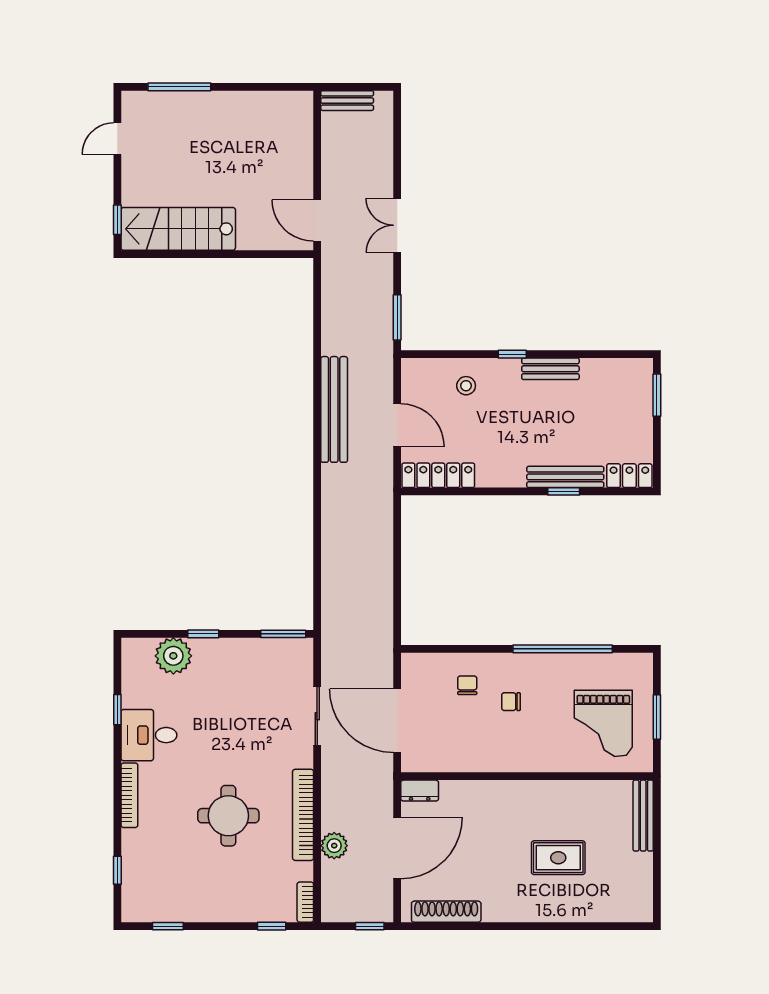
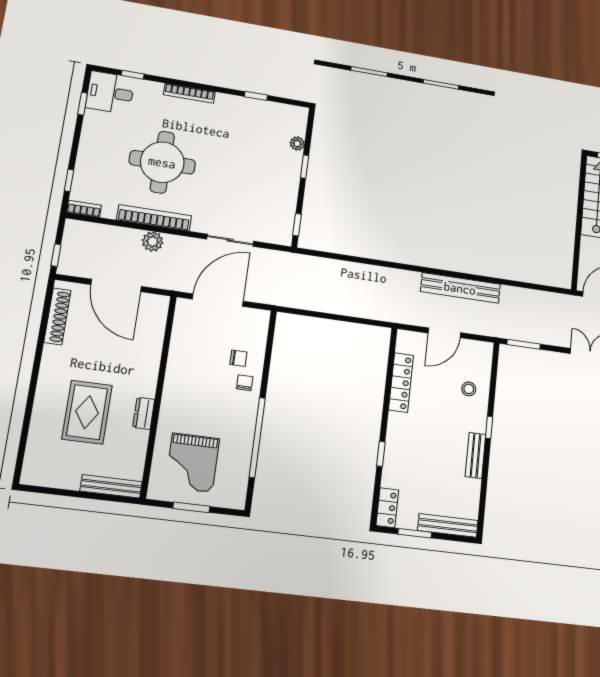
window: (657, 395) -> (415, 533), moved
locker: (438, 475) -> (401, 383), moved
bench: (565, 477) -> (448, 525), moved, turned 90
window: (283, 634) -> (297, 225), width x0.67
plant: (173, 656) -> (297, 144), width x0.53, depth x0.53
chair: (511, 702) -> (245, 383), moved
grand piano: (603, 723) -> (192, 463), turned -90
desk: (149, 735) -> (110, 93), moved, turned -90
dresser: (420, 791) -> (144, 413), moved
round table: (228, 816) -> (162, 162), width x1.36, depth x1.36
plant: (334, 846) -> (153, 242), moved
rug: (558, 858) -> (87, 412), width x1.36, depth x1.43

